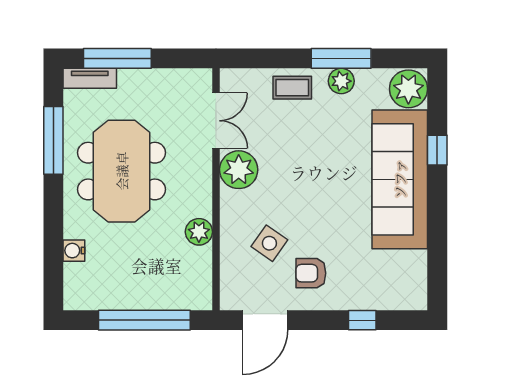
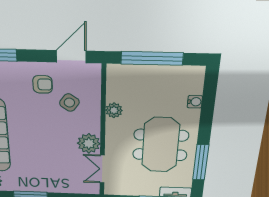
plant: (341, 81) -> (30, 186), removed
coffee table: (292, 88) -> (58, 184), removed

